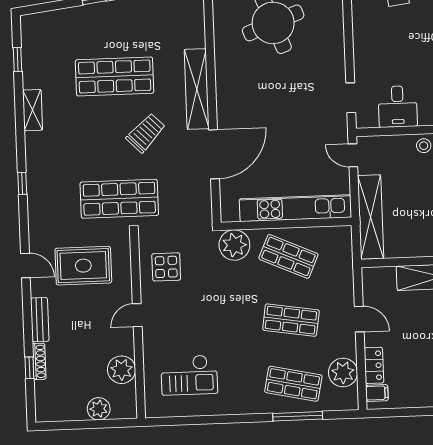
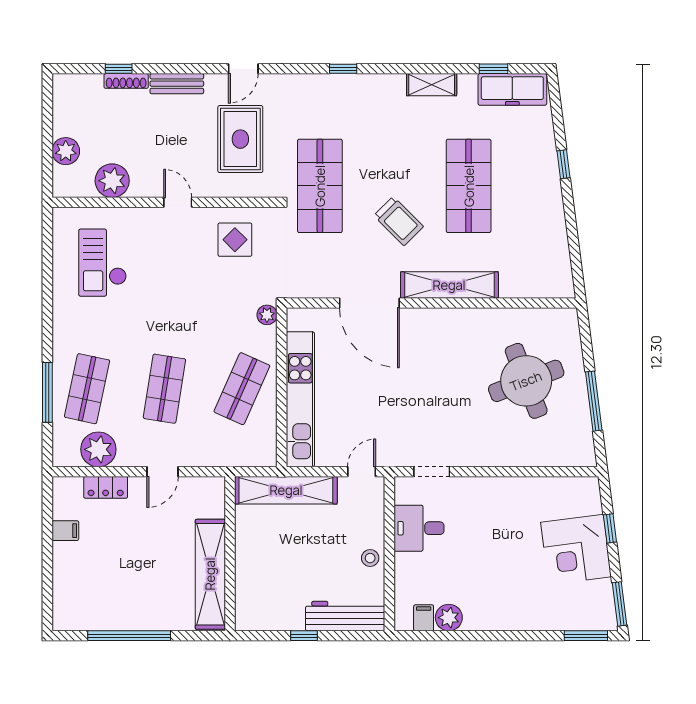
freezer: (34, 43) -> (512, 89), added
plant: (234, 245) -> (267, 315), width x0.53, depth x0.53
filing cabinet: (377, 393) -> (65, 531), moved, turned -90

